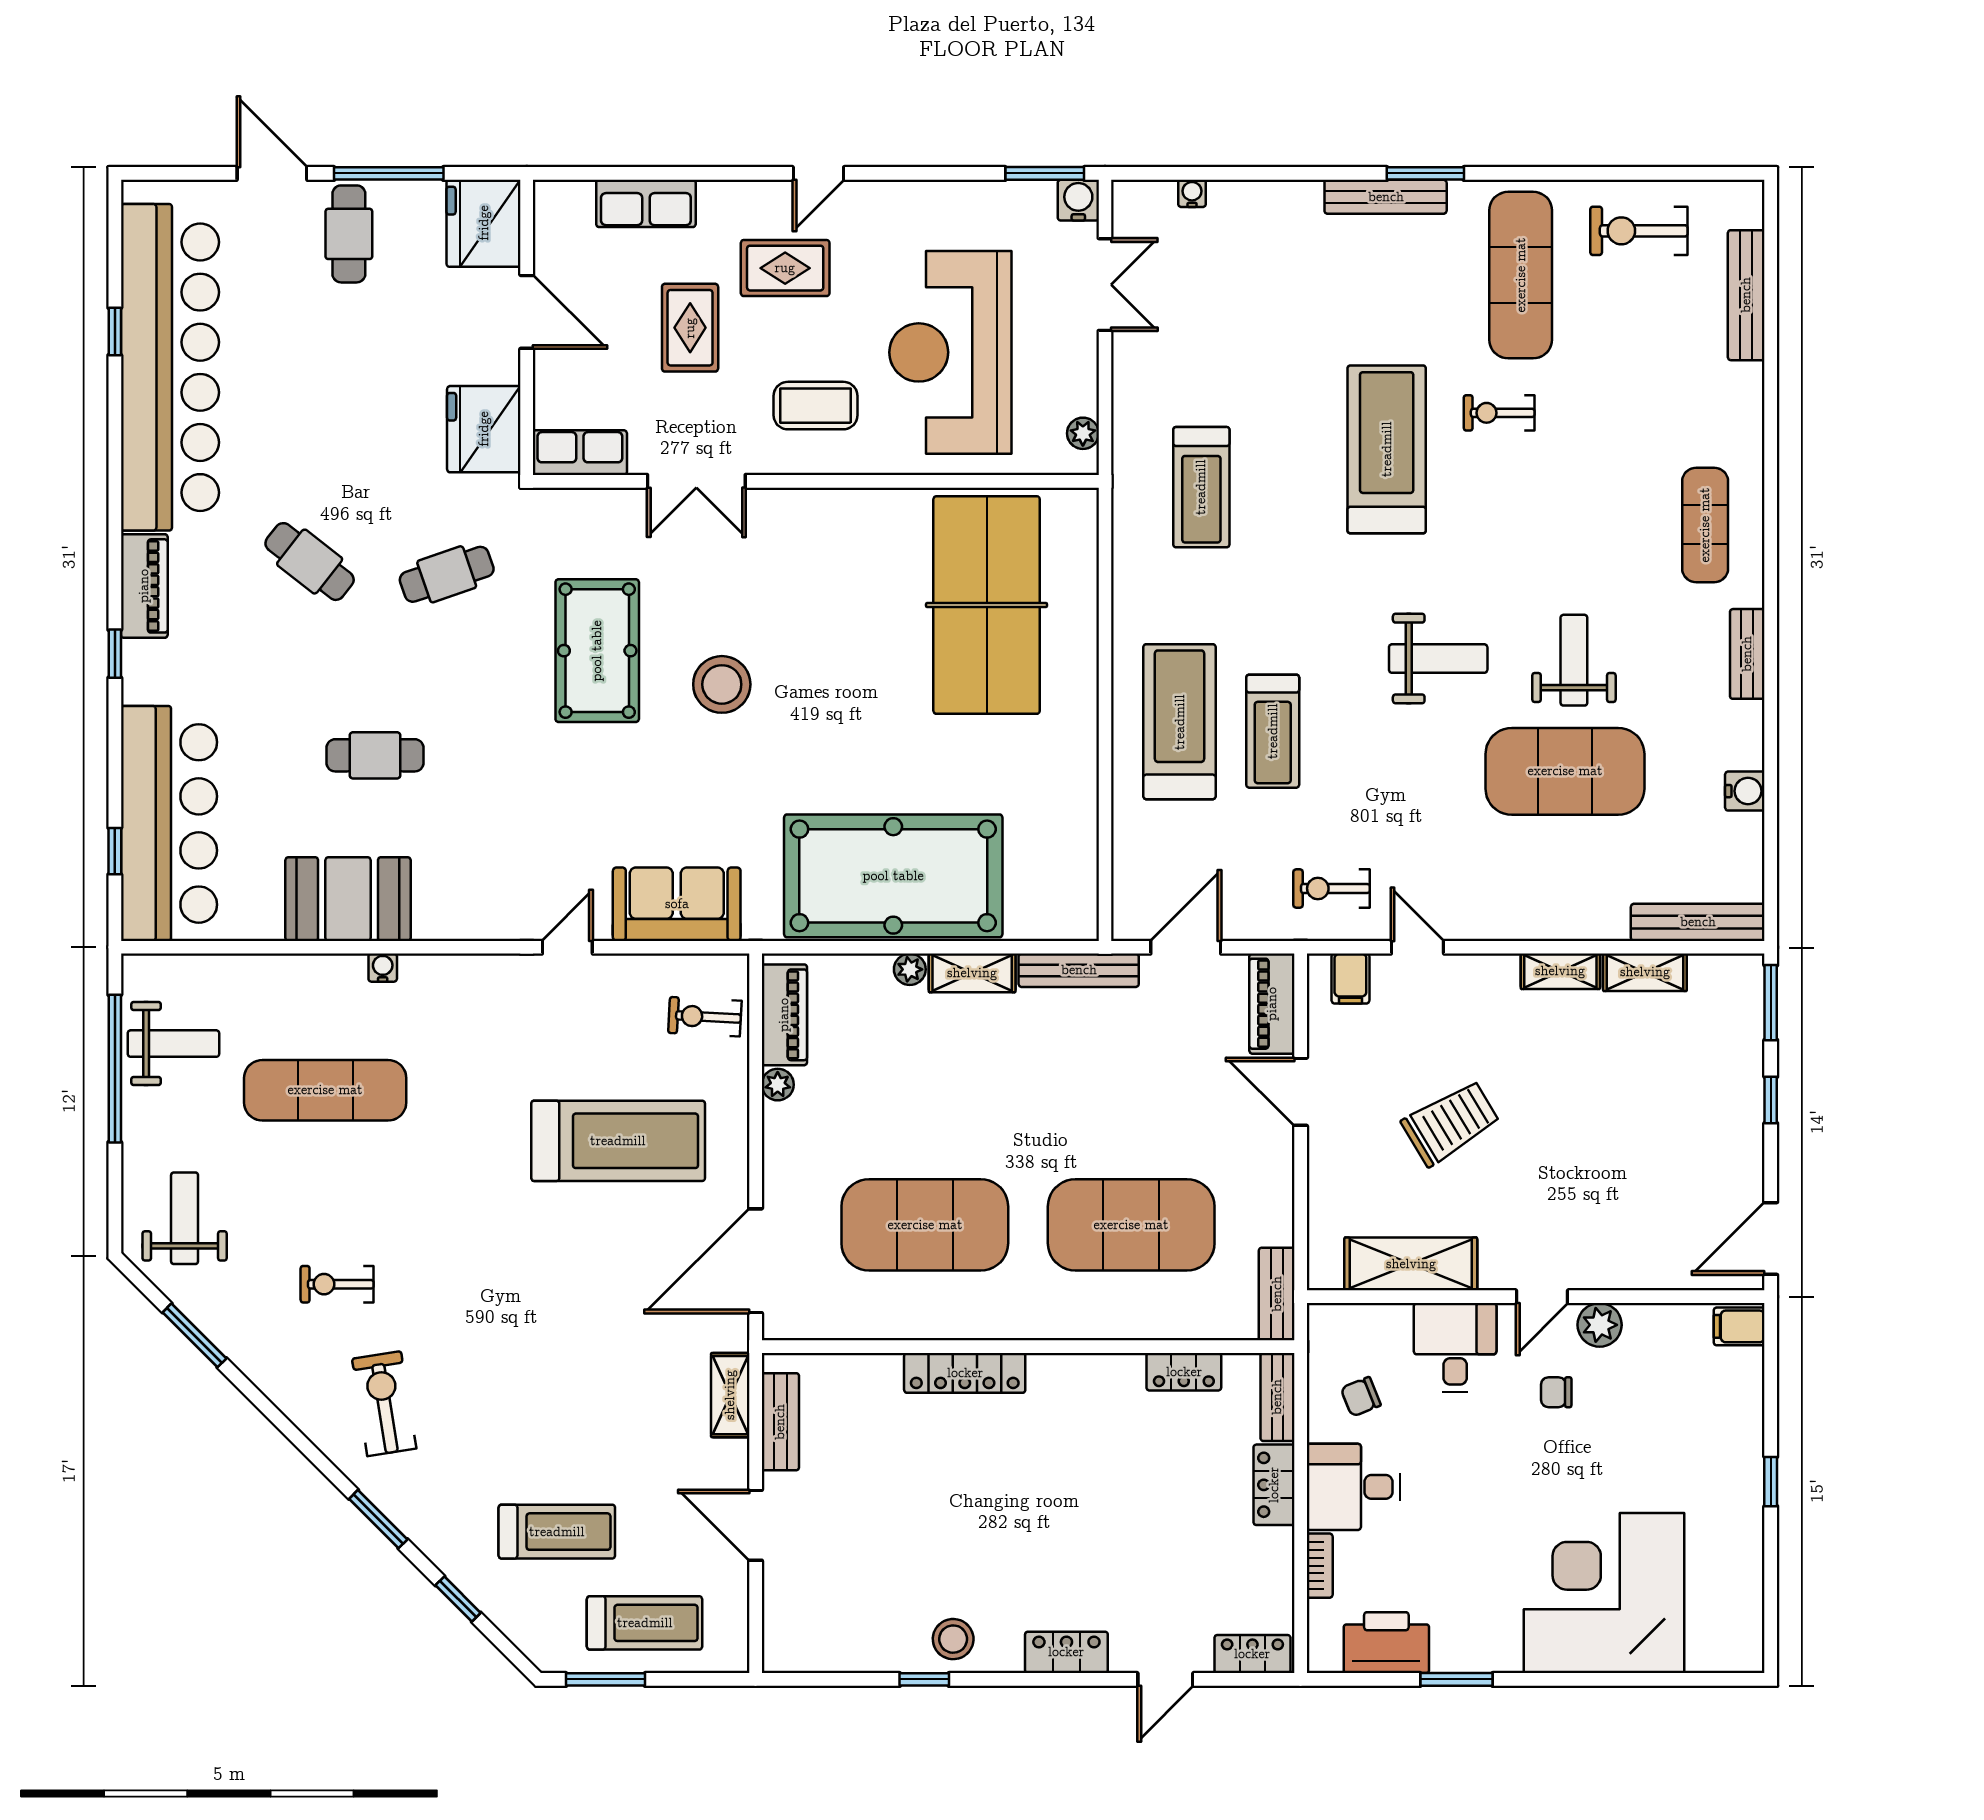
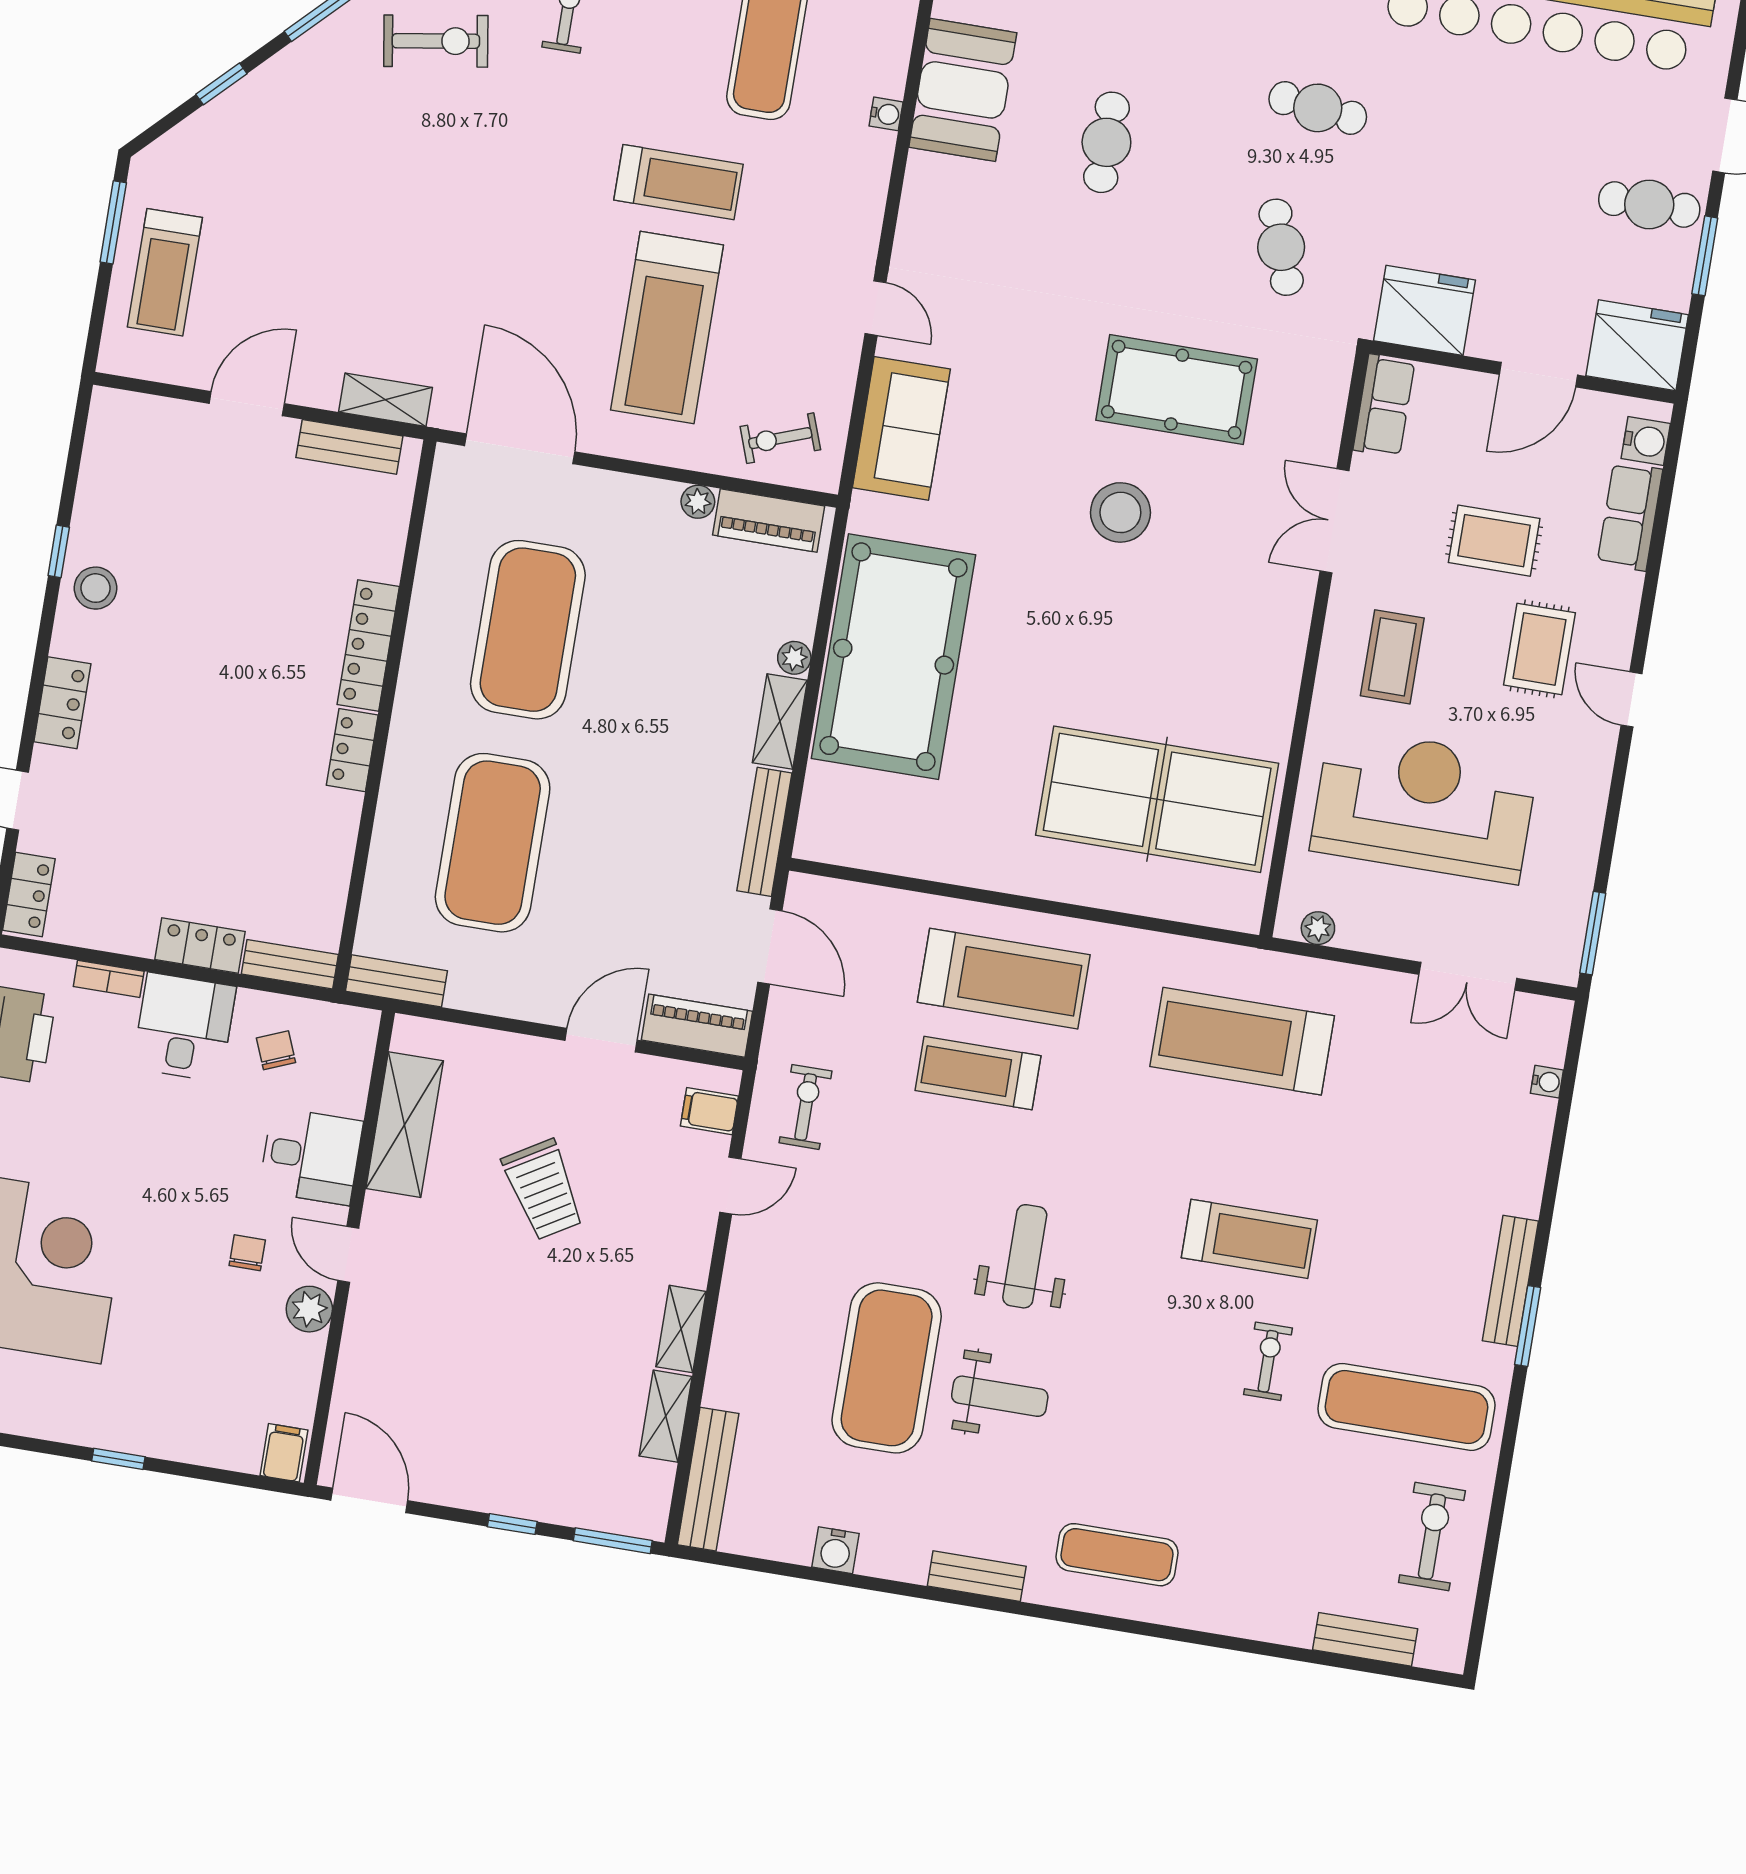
window: (389, 173) -> (1705, 256), width x0.69
water cooler: (1078, 200) -> (1646, 441), moved
bench: (1746, 295) -> (1365, 1639), width x0.73
treadmill: (1387, 449) -> (1249, 1239), width x0.73, depth x0.73
treadmill: (1201, 487) -> (1242, 1041), width x1.37, depth x1.38
cafe table: (310, 562) -> (1318, 108), turned 59
weight bench: (1438, 659) -> (1025, 1256), turned 180
exercise bike: (705, 1017) -> (780, 438), turned -113
locker: (1184, 1372) -> (352, 750), moved
treadmill: (557, 1532) -> (679, 182), moved, turned -90

